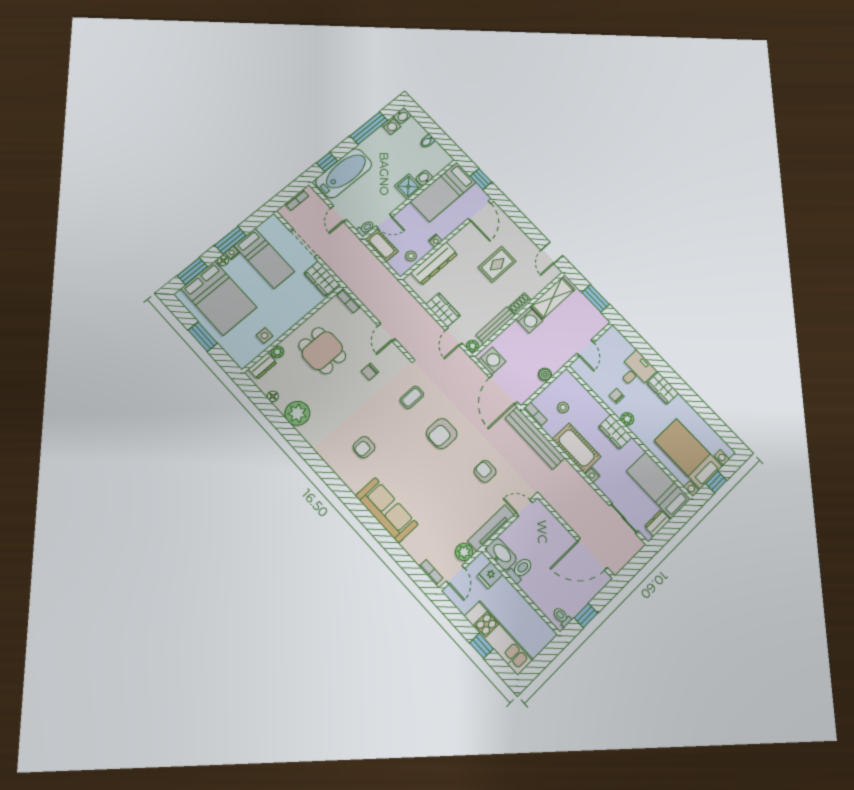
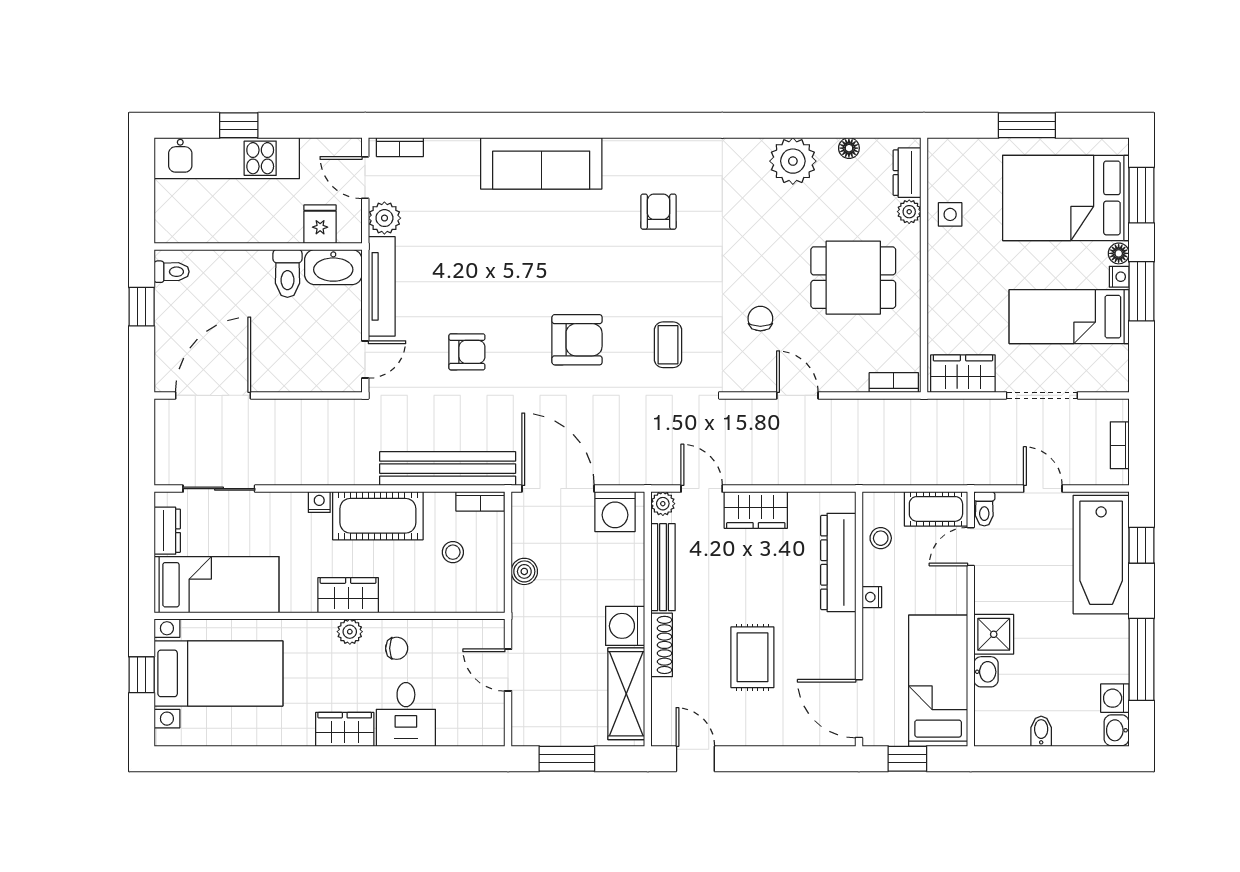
shoe rack: (520, 304) -> (662, 645), width x1.43
armchair: (442, 433) -> (577, 340), turned 90

